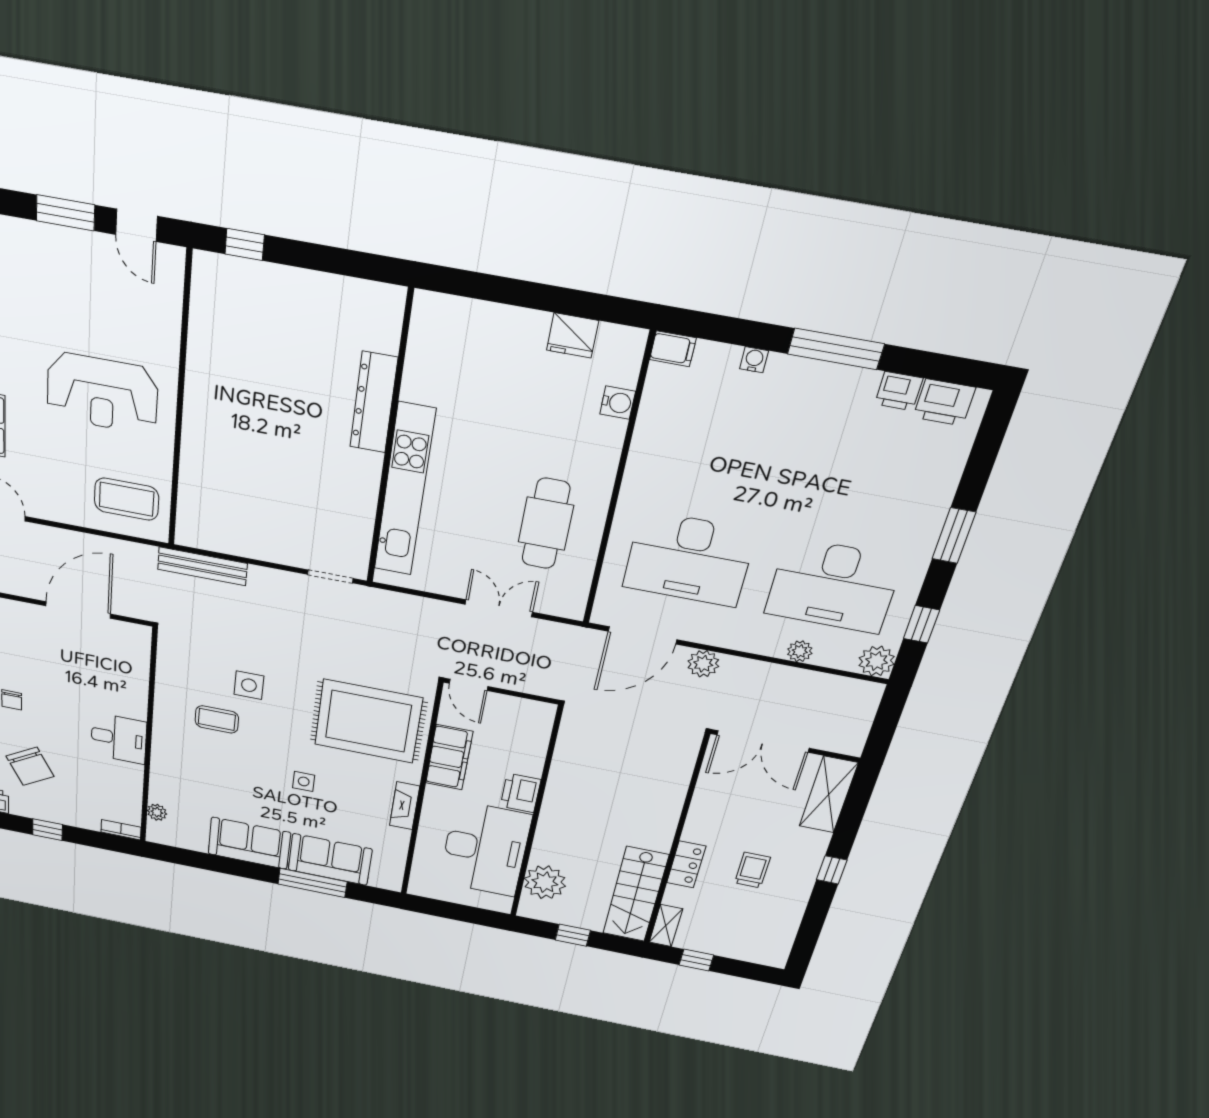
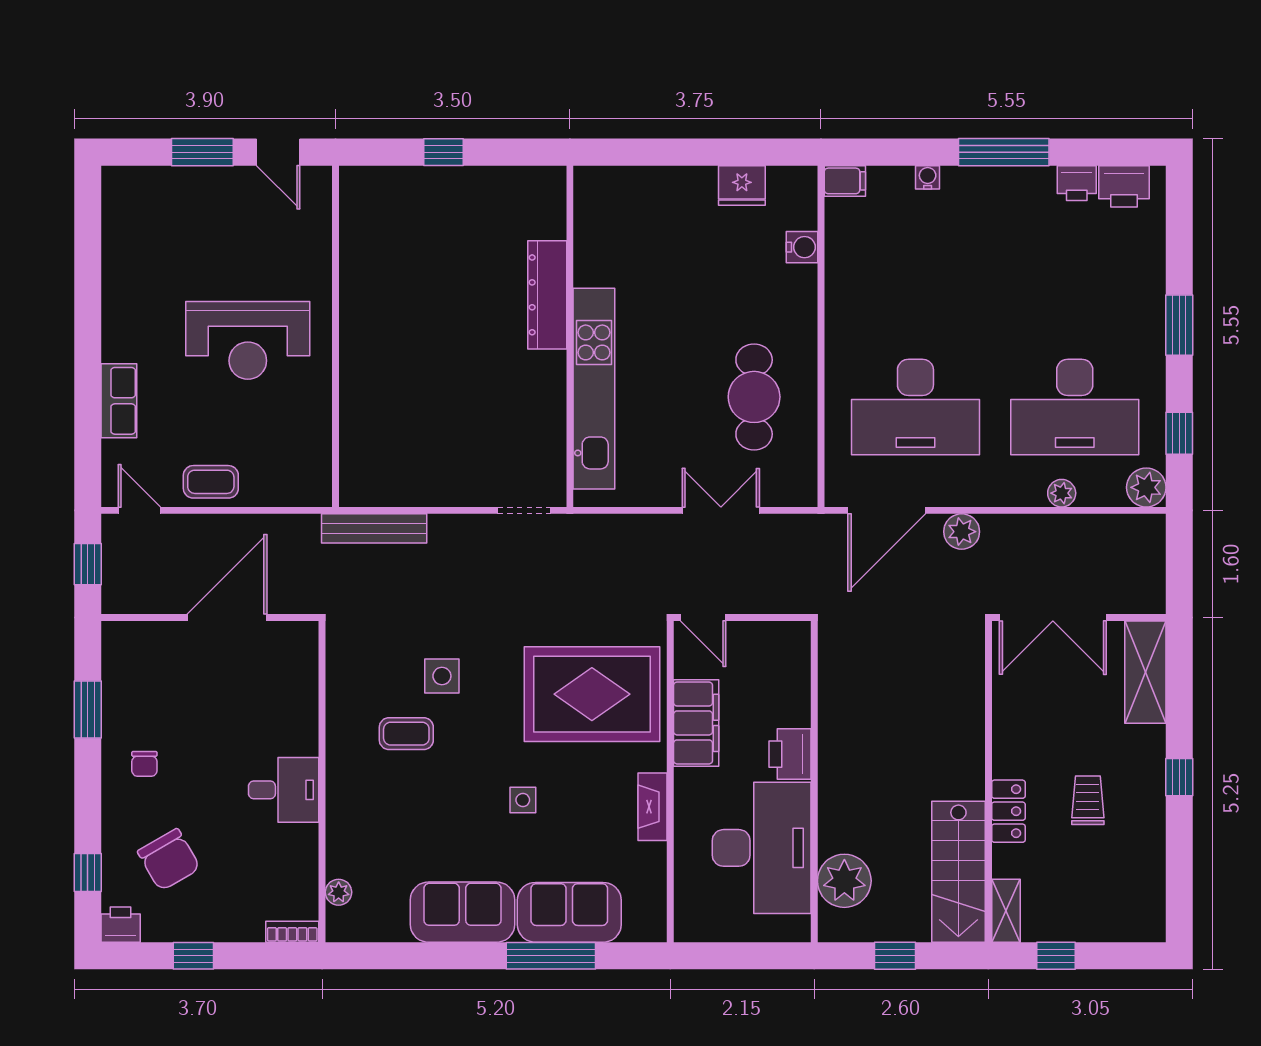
window: (245, 244) -> (444, 152), moved
coffee table: (127, 499) -> (211, 482), moved, width x0.73, depth x0.77

